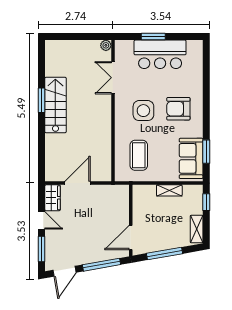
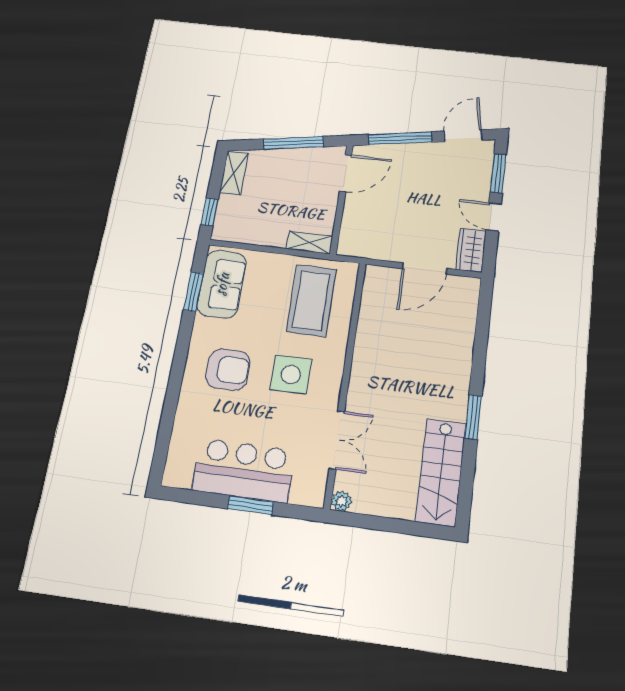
stairs: (55, 105) -> (441, 472), moved
coffee table: (139, 155) -> (311, 300), width x1.36, depth x1.32
shelving: (169, 190) -> (310, 243), moved

